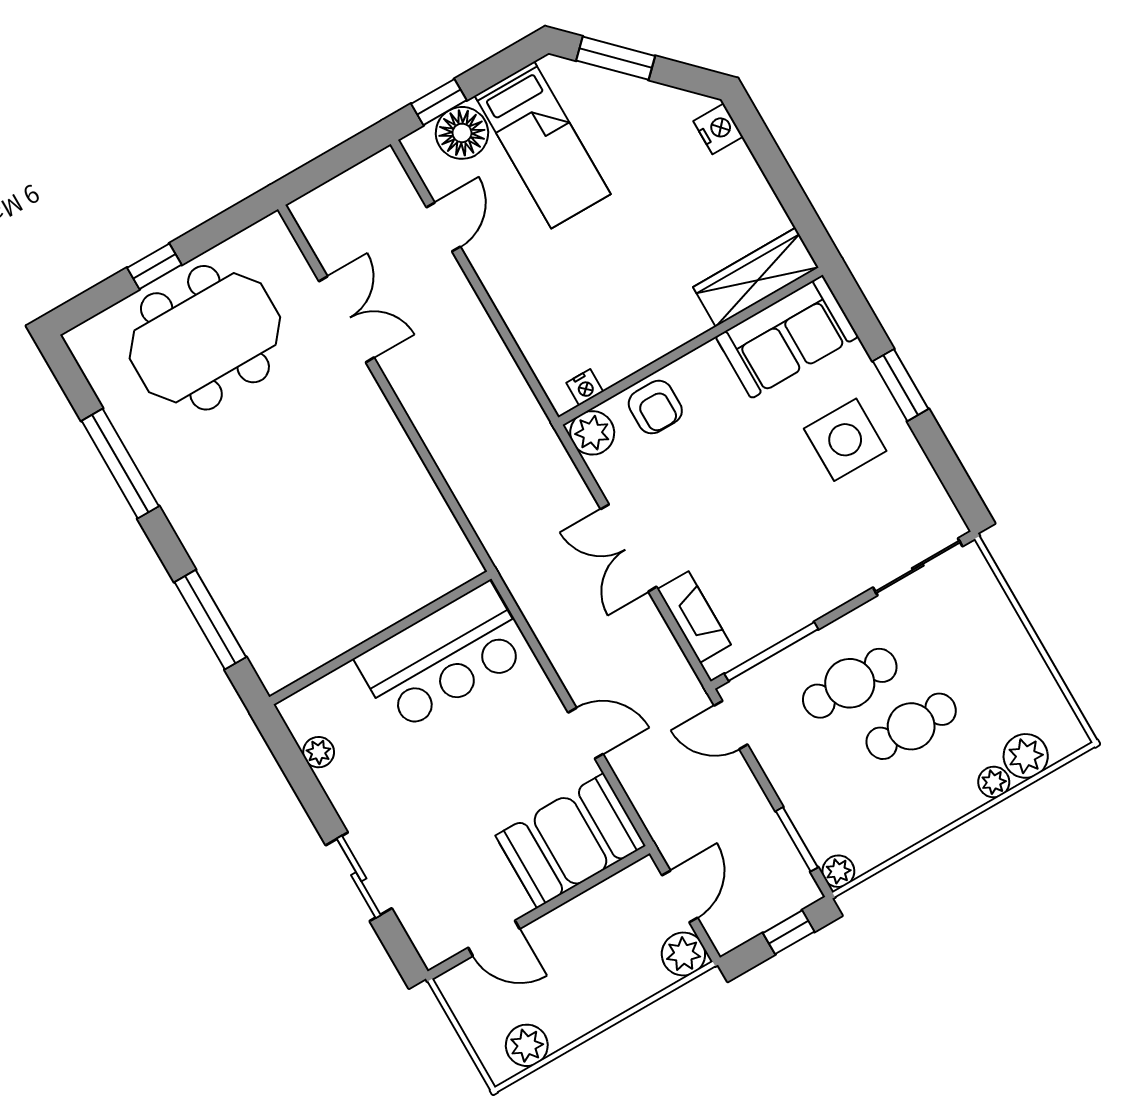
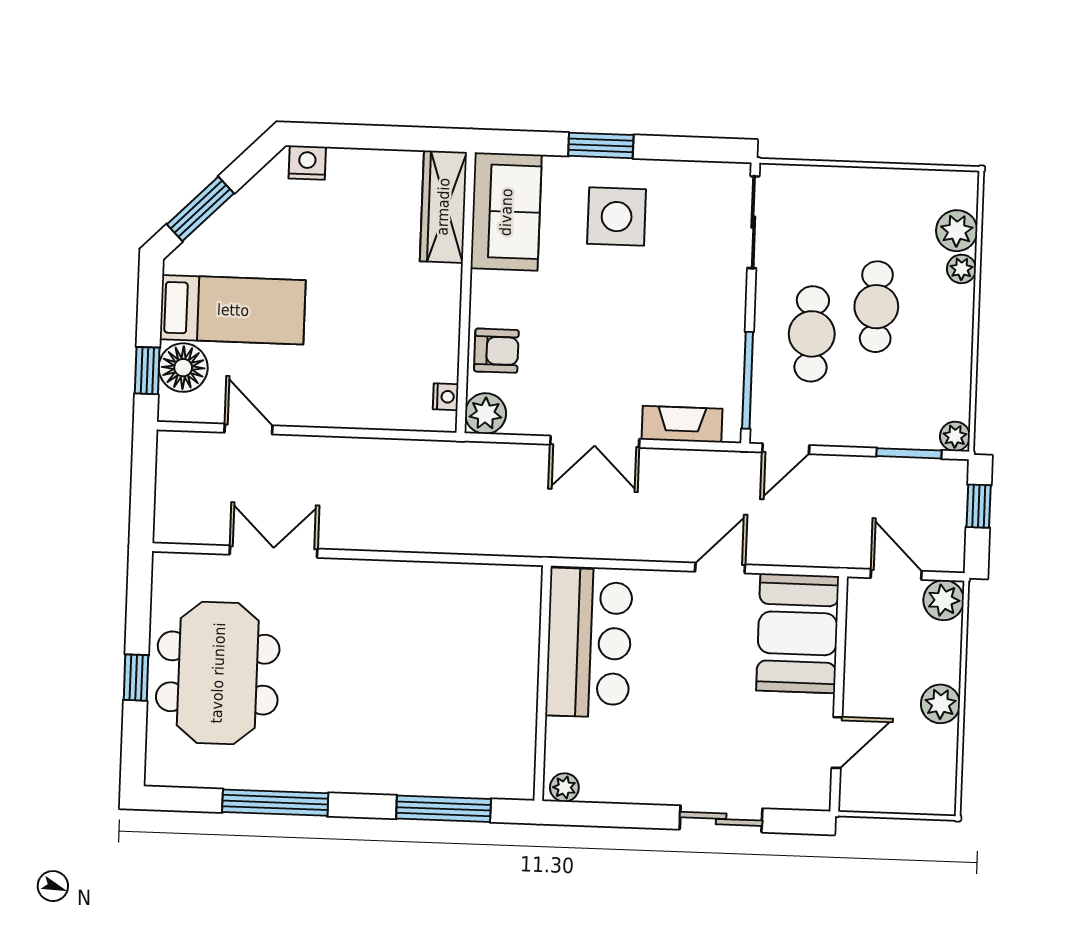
plant: (319, 752) -> (564, 787), moved
plant: (527, 1045) -> (940, 704), moved

